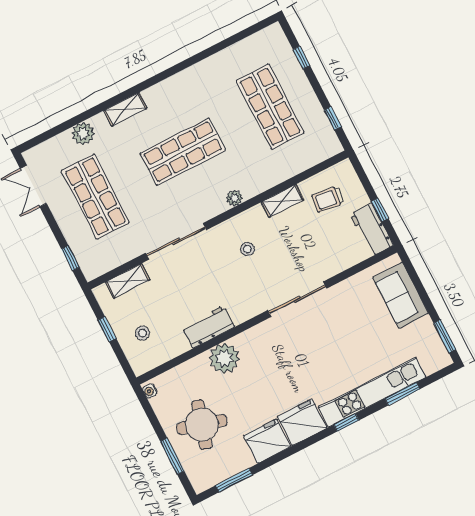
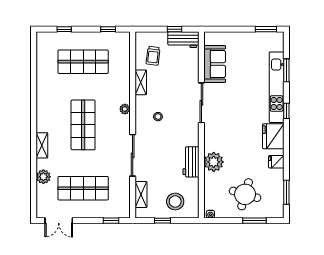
sofa: (401, 295) -> (215, 64), moved, turned -90
stool: (142, 333) -> (175, 201), width x1.89, depth x1.89
fridge: (267, 441) -> (276, 162), width x0.53, depth x0.75

